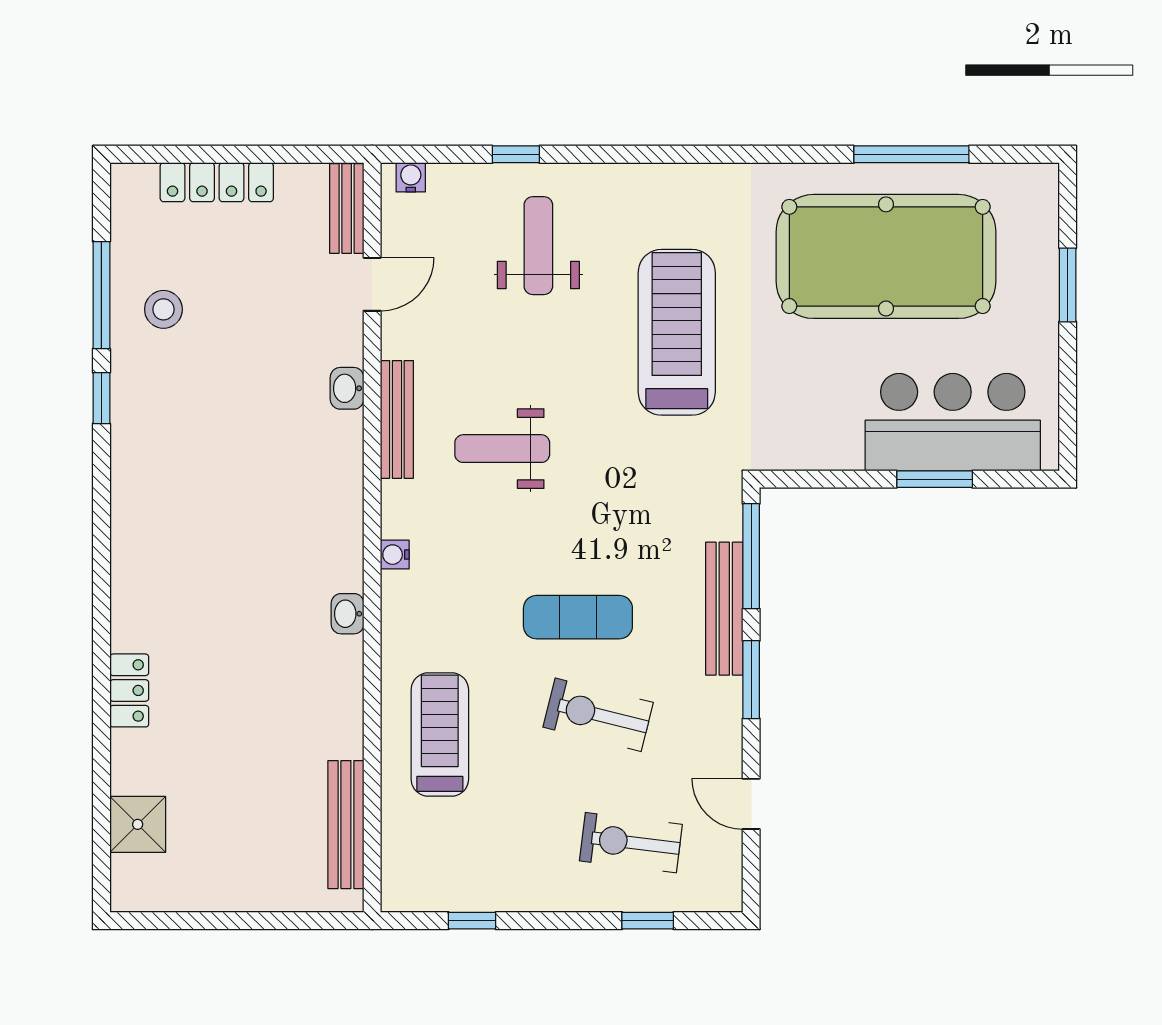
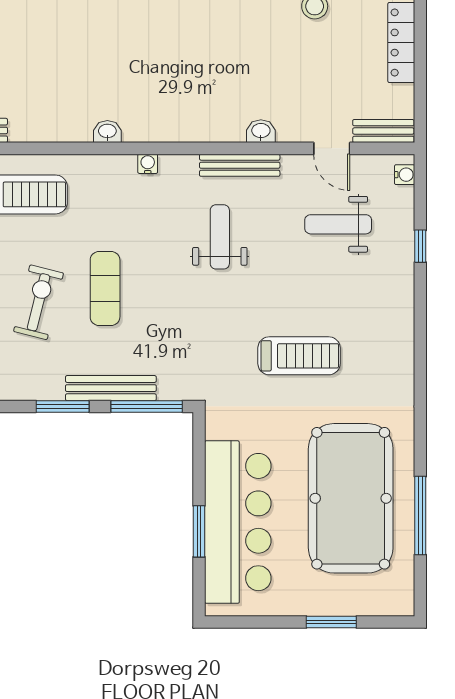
weight bench: (538, 246) -> (338, 224), moved, turned 180
treadmill: (677, 332) -> (299, 356), width x0.73, depth x0.73
bar counter: (953, 422) -> (238, 522), width x1.36

